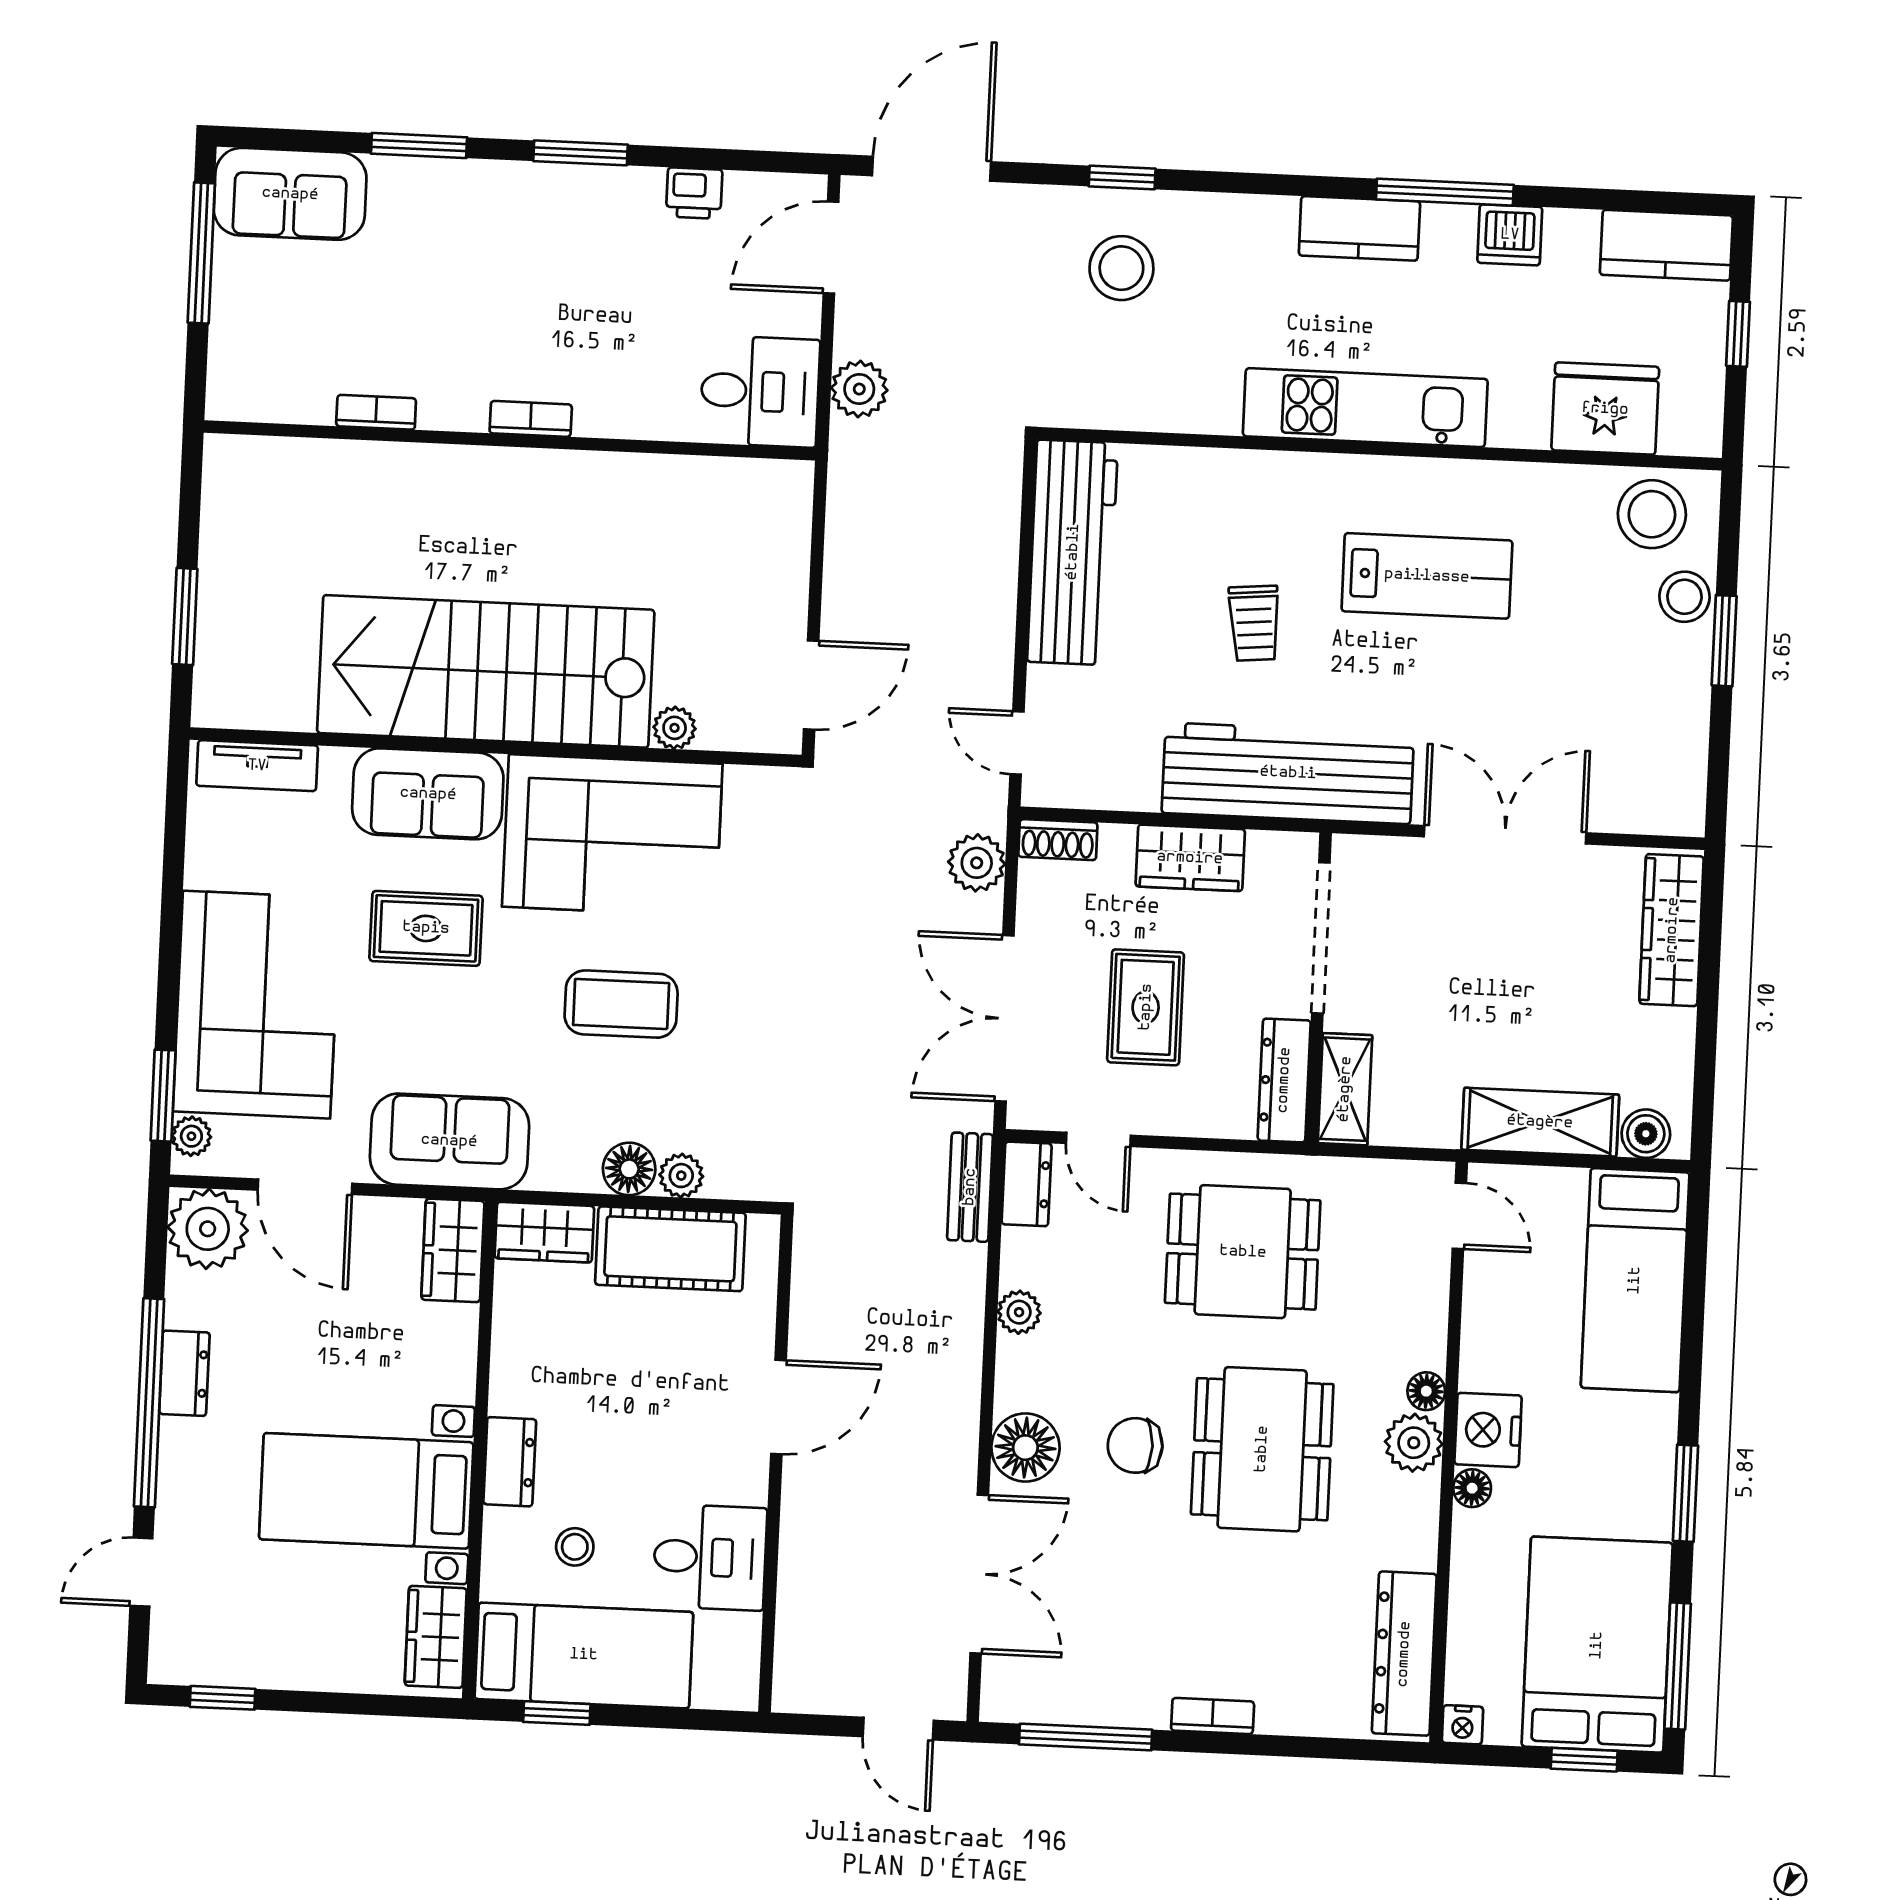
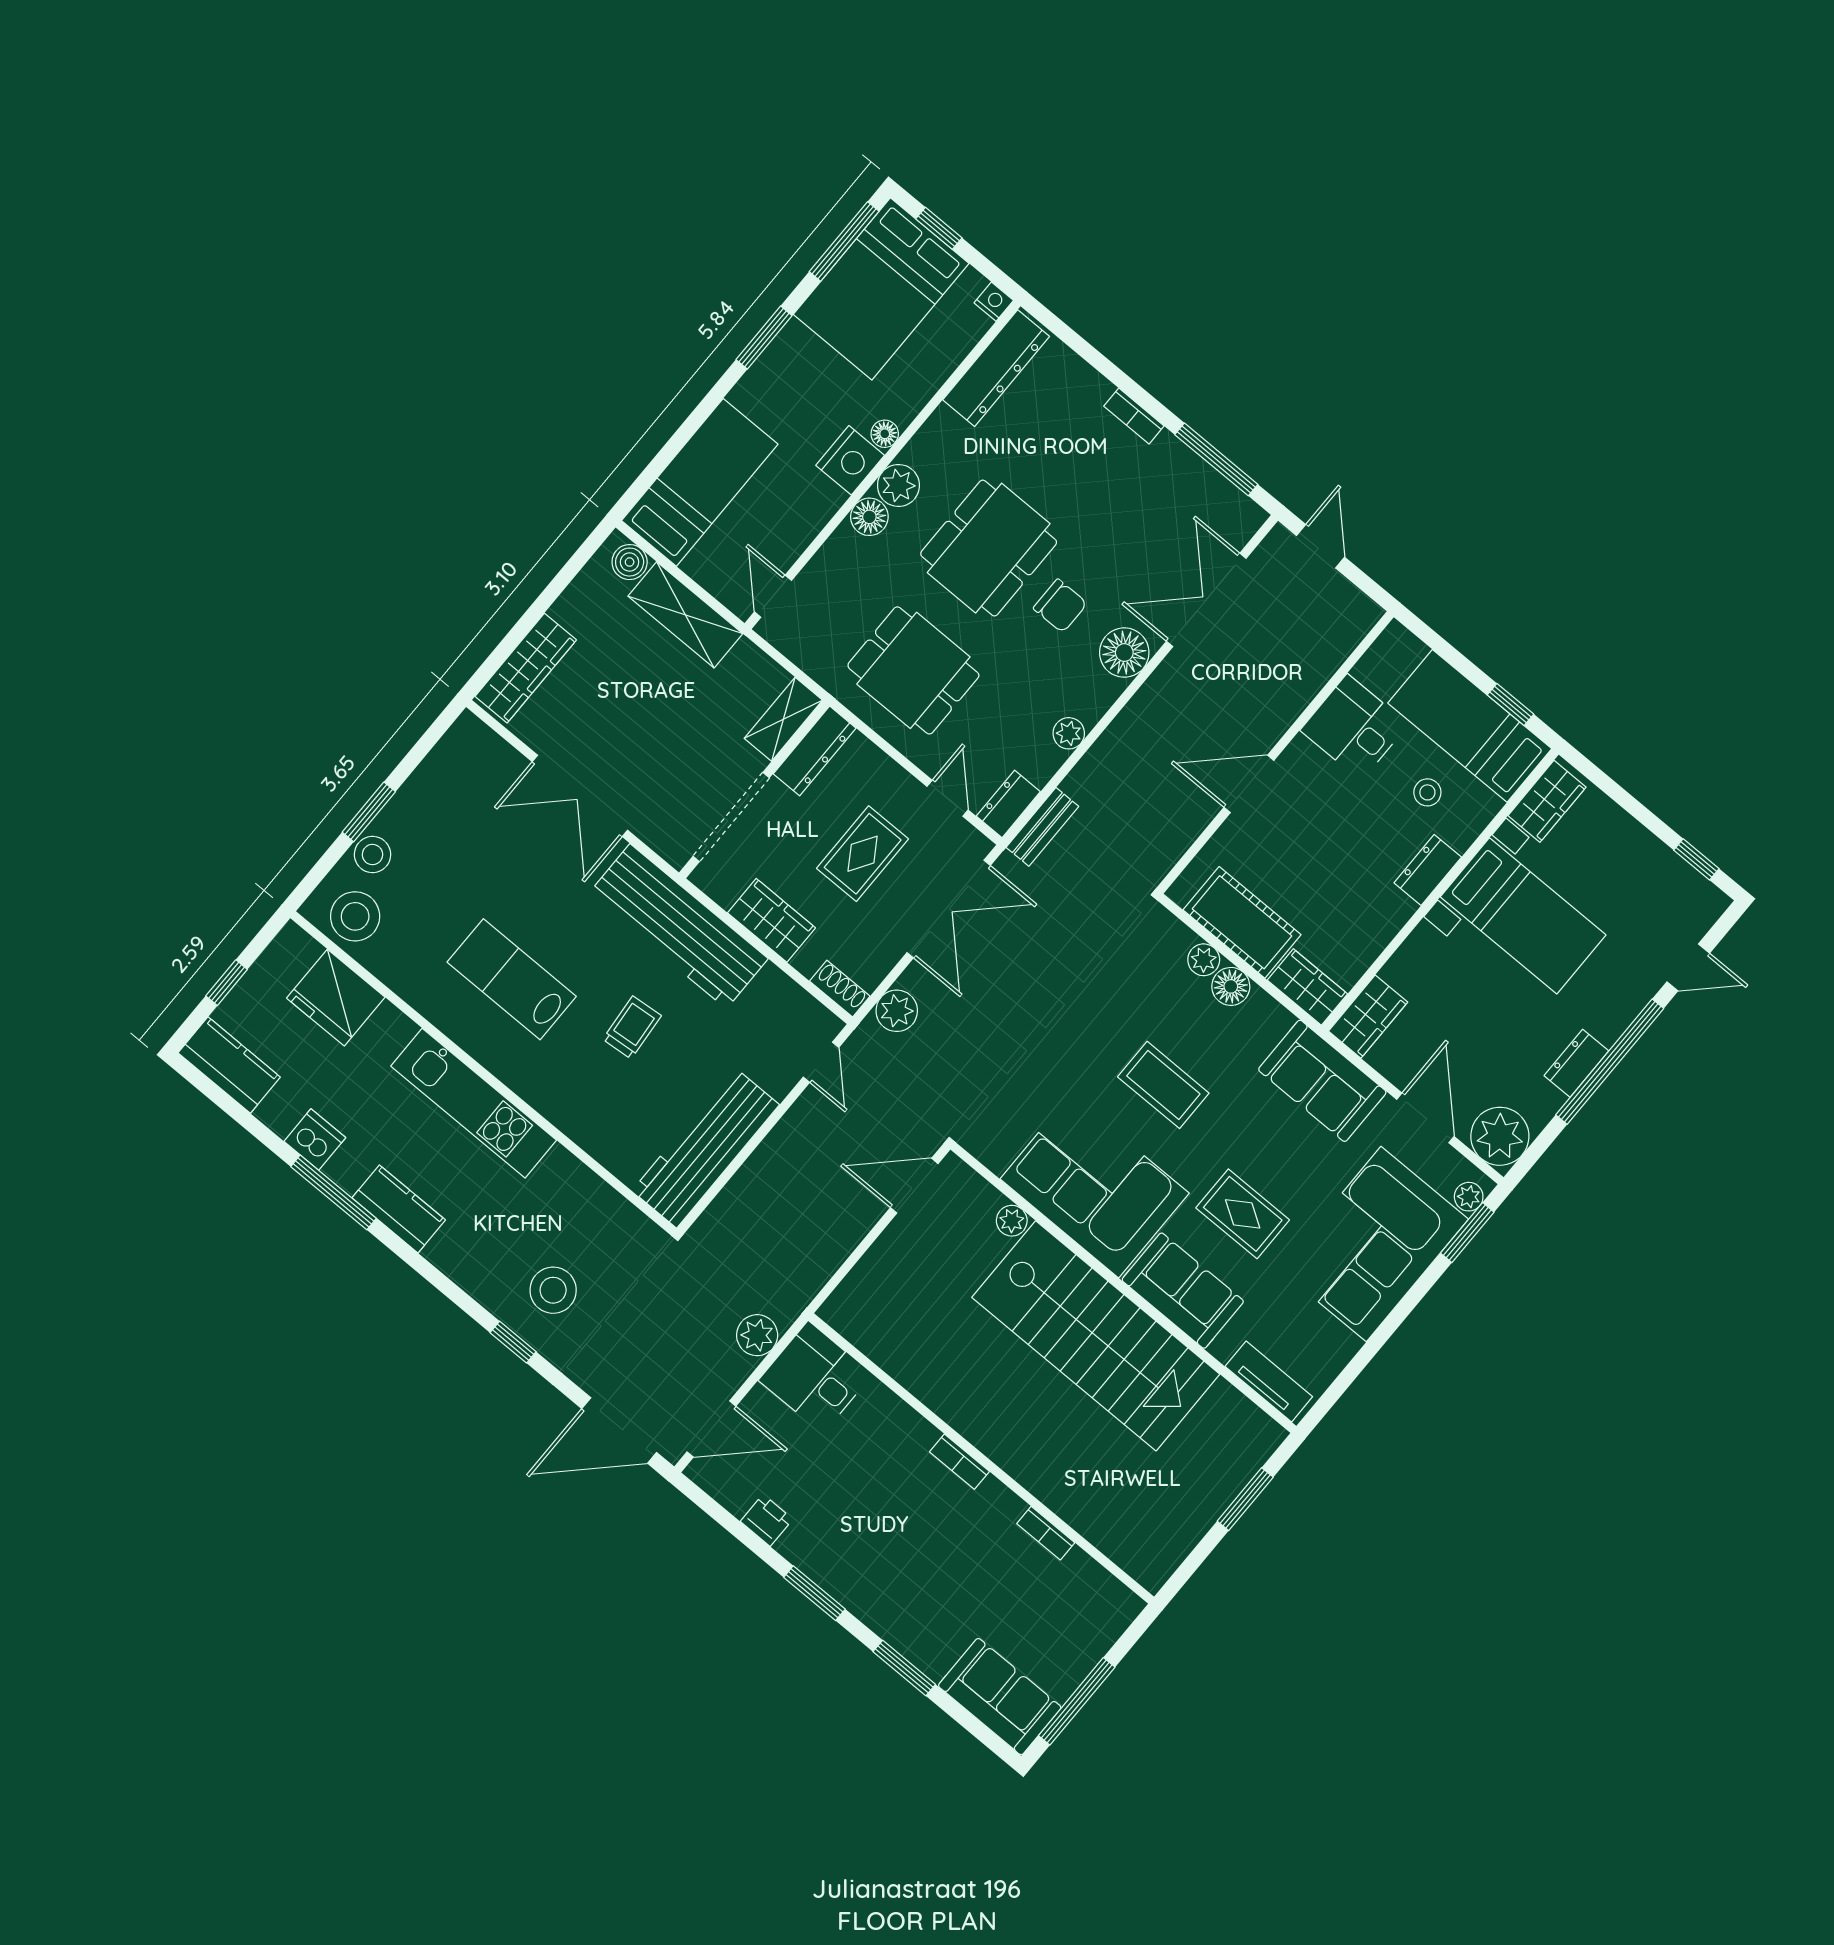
floor lamp: (1426, 1391) -> (869, 517), width x1.37, depth x1.37

